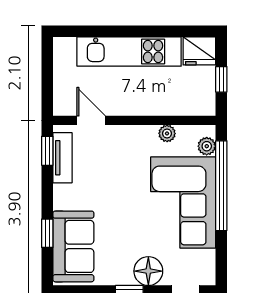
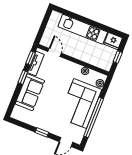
window: (221, 186) -> (94, 117), moved
window: (47, 233) -> (23, 77), moved
sofa: (73, 246) -> (30, 92), moved
floor lamp: (148, 271) -> (53, 127), removed

